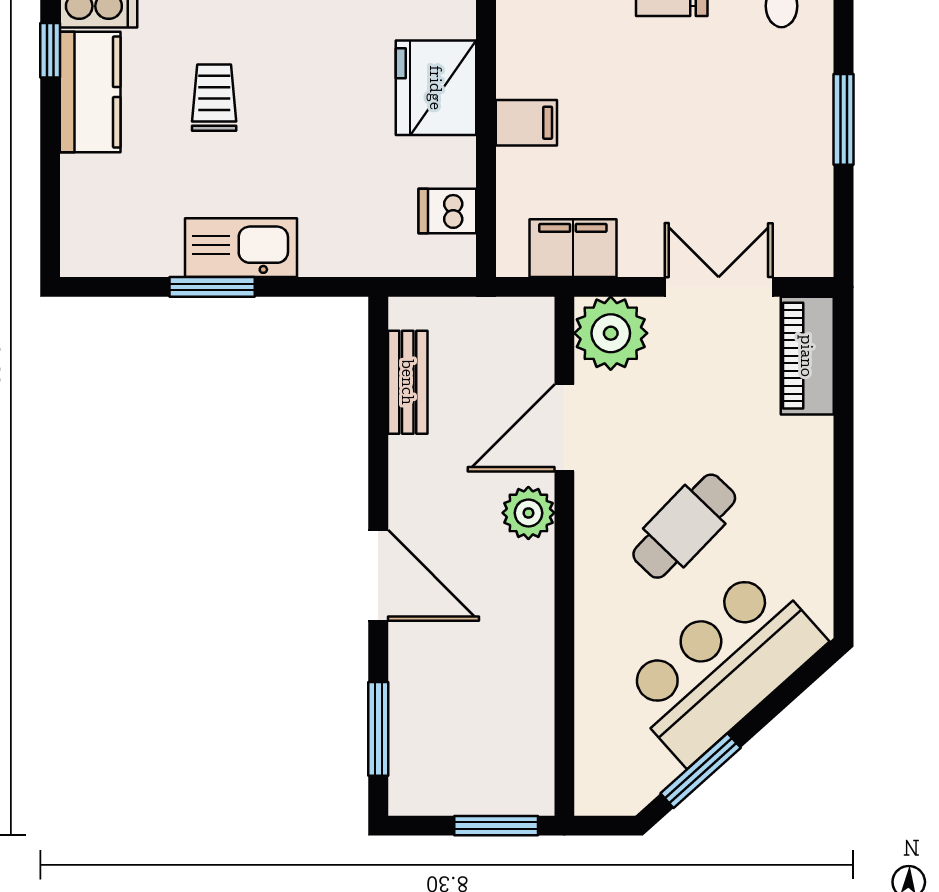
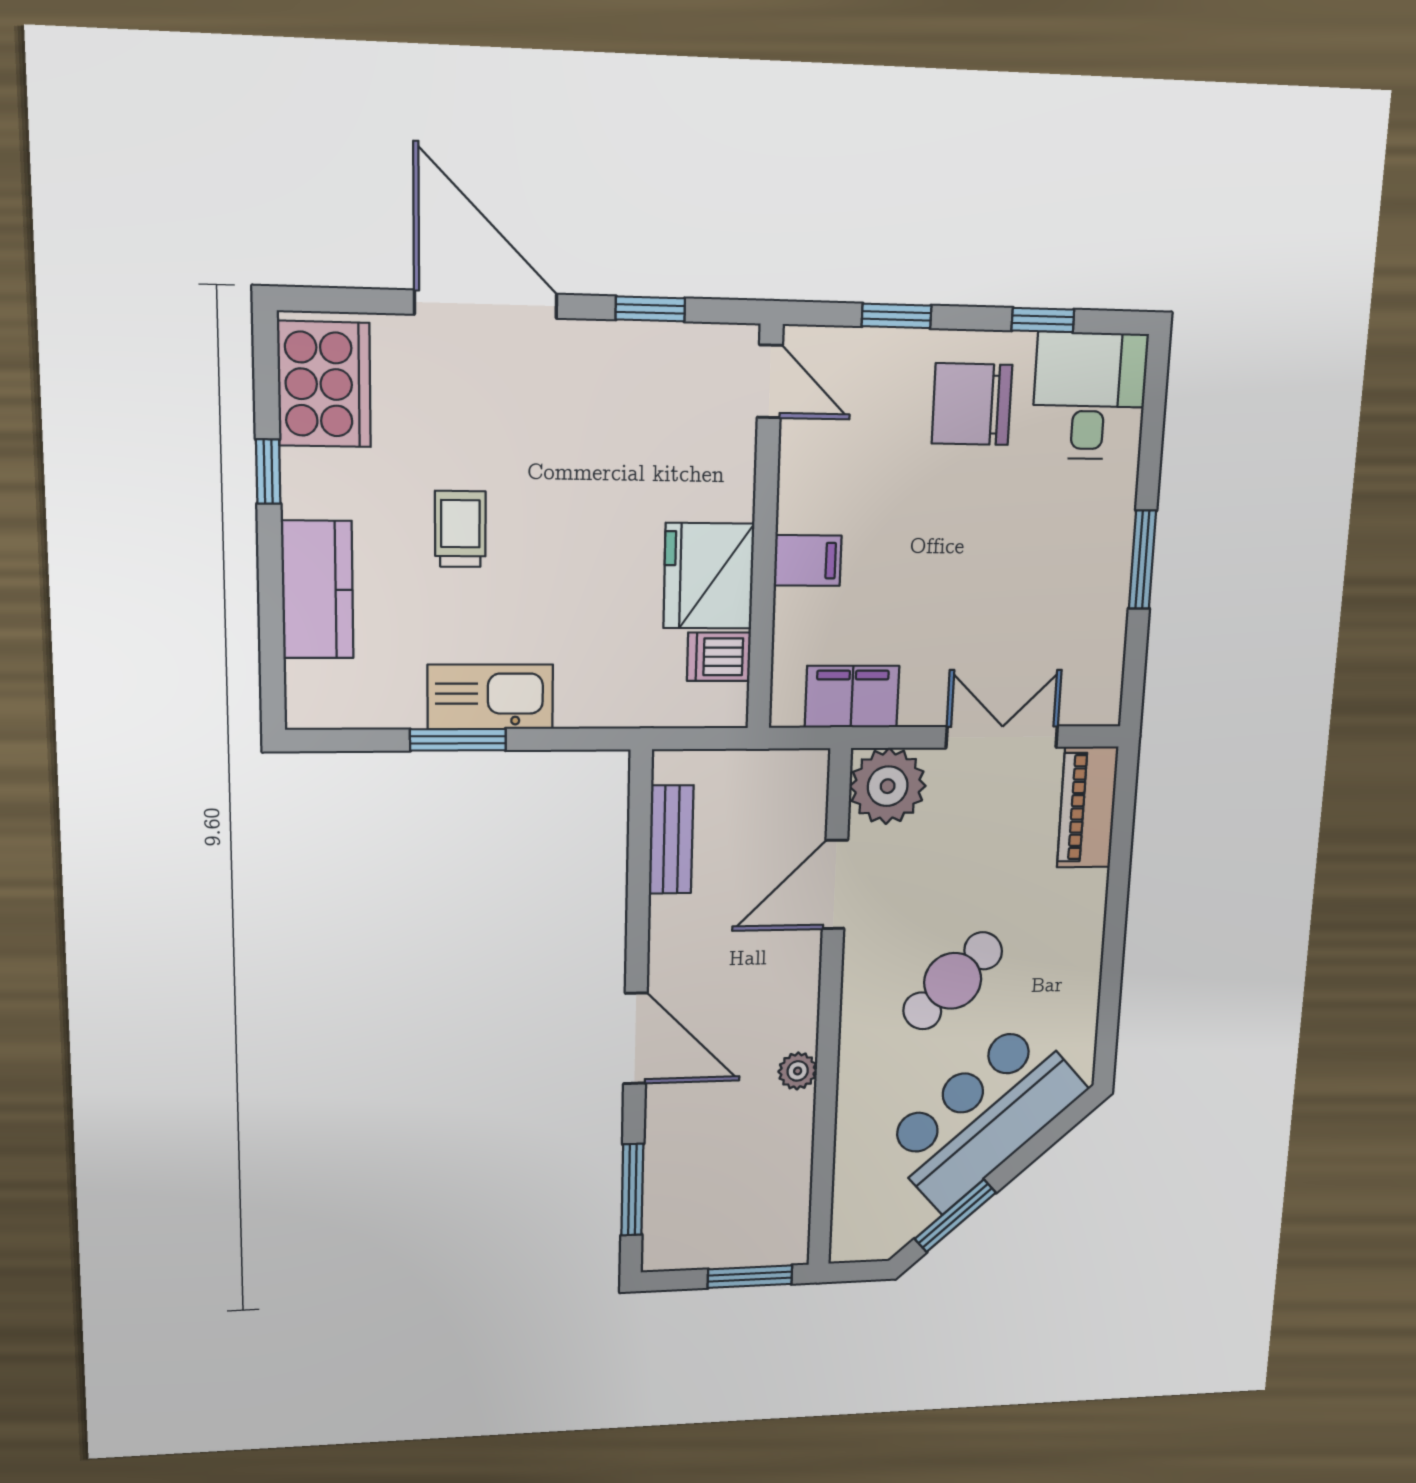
fridge: (436, 88) -> (709, 576), moved
kitchen counter: (90, 92) -> (317, 590), moved
plant: (528, 513) -> (798, 1071), moved, width x0.73, depth x0.73

